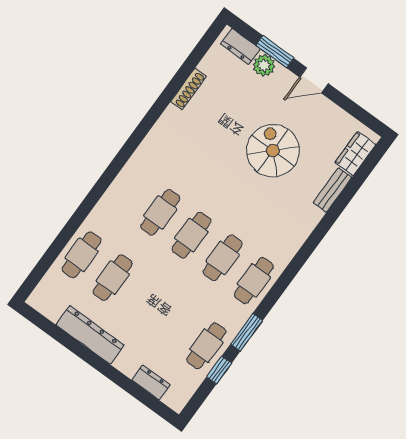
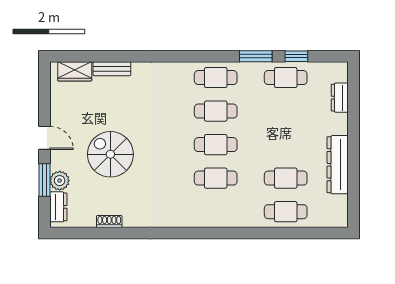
shoe rack: (188, 89) -> (109, 221), width x0.70
spiral stairs: (273, 151) -> (110, 154), moved, turned 90

